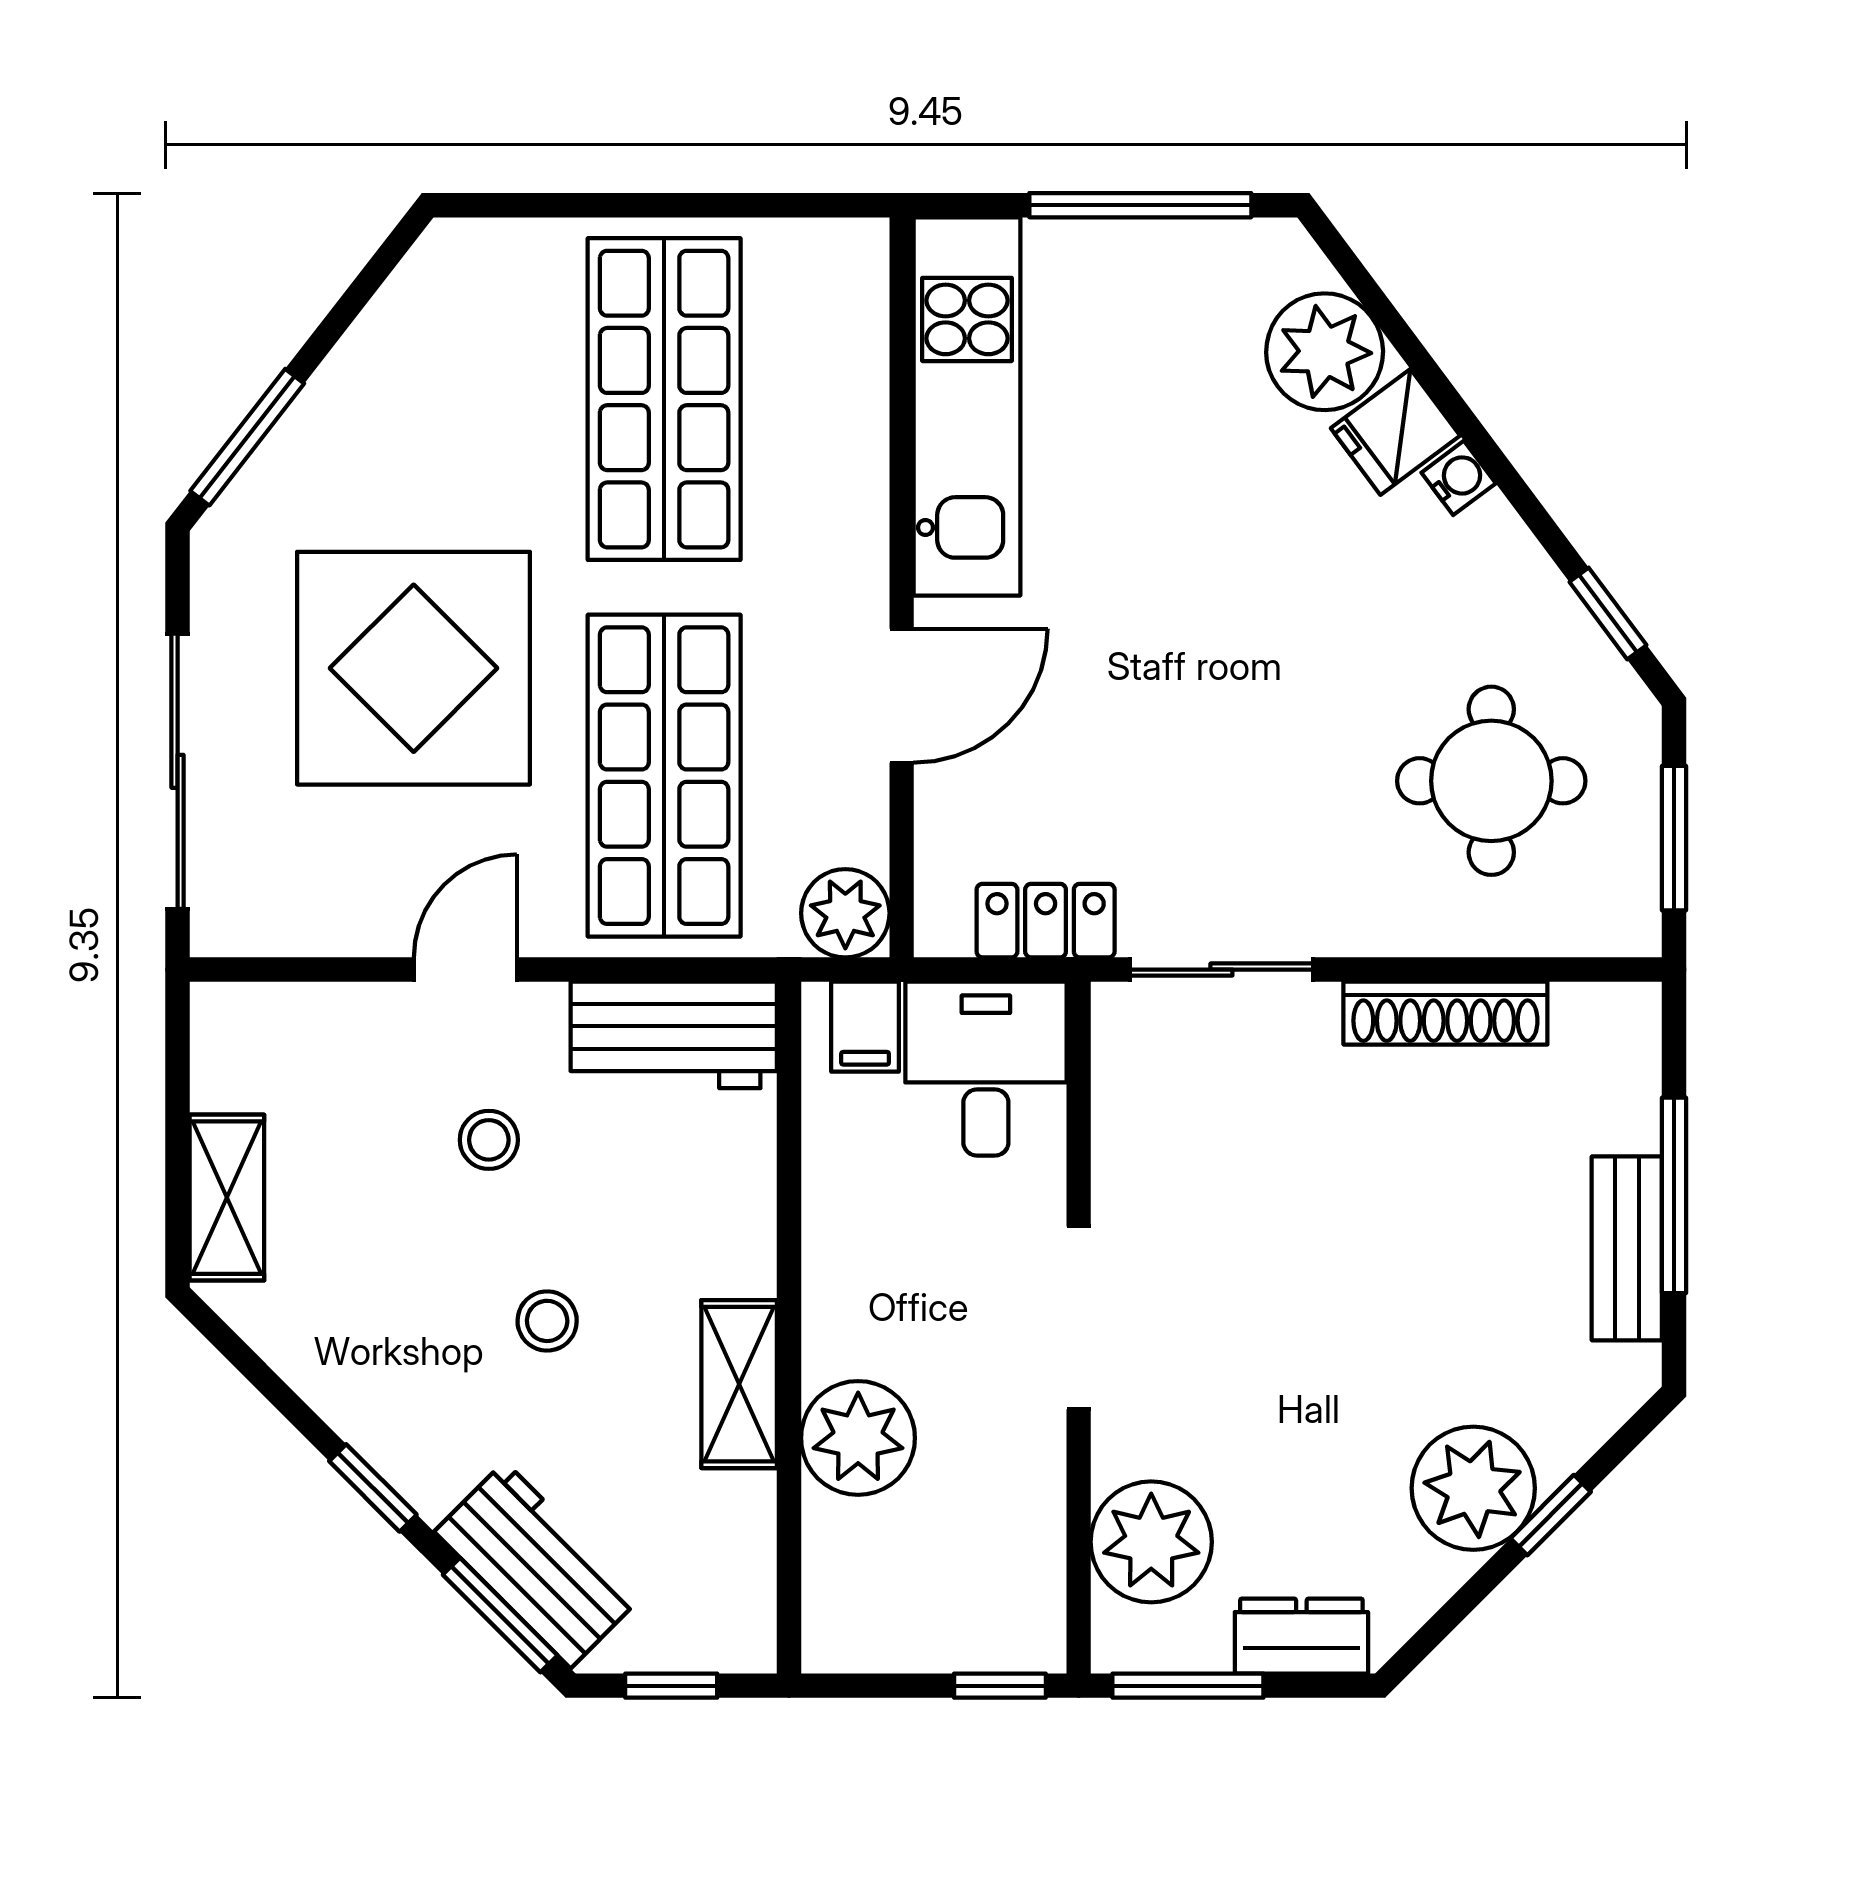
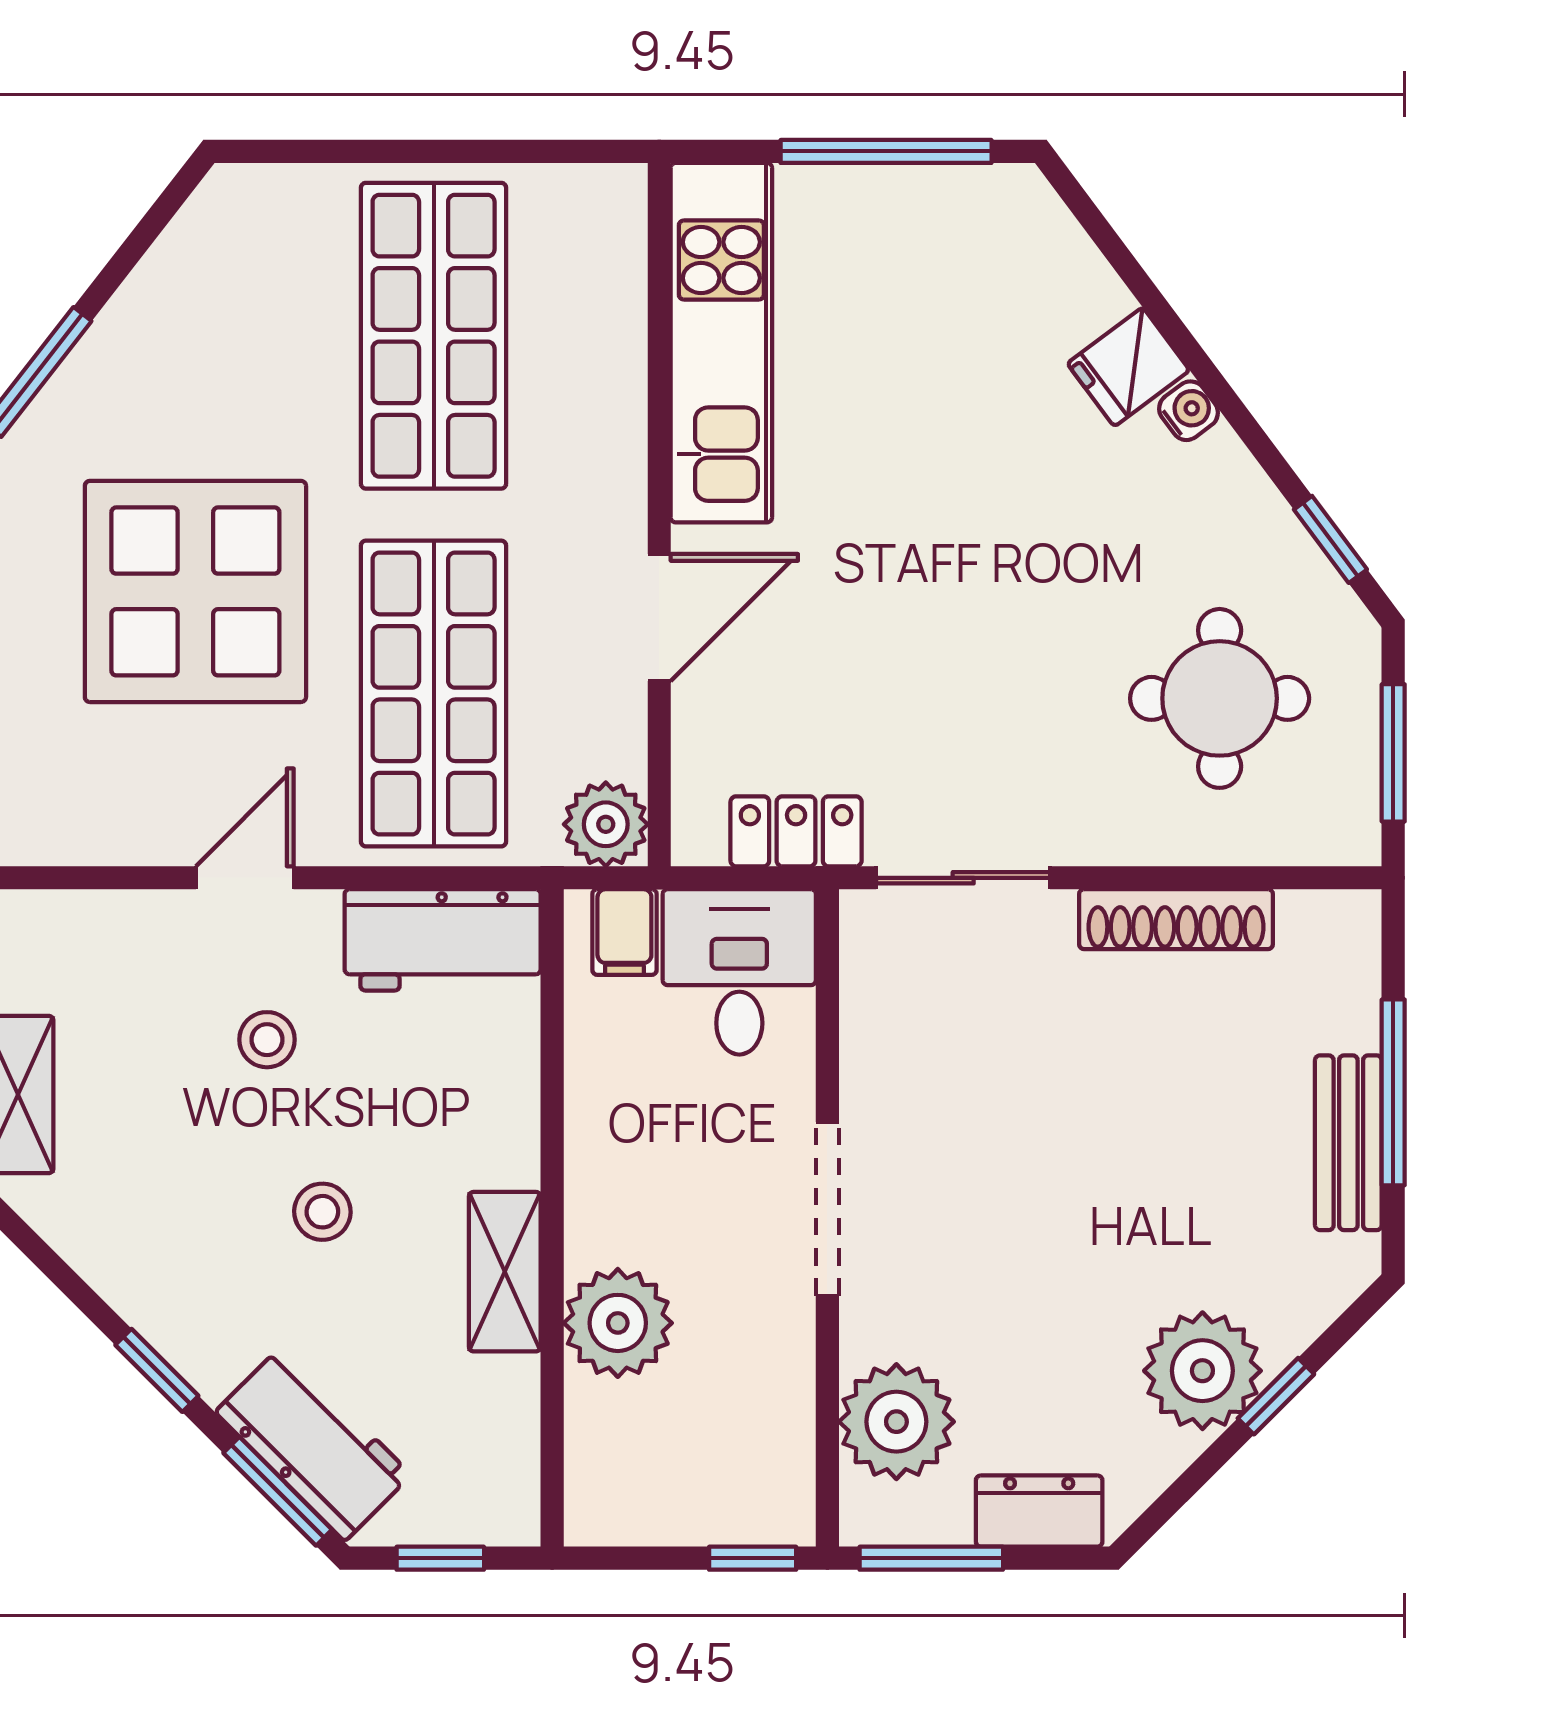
plant: (1325, 352) -> (1061, 291), removed

